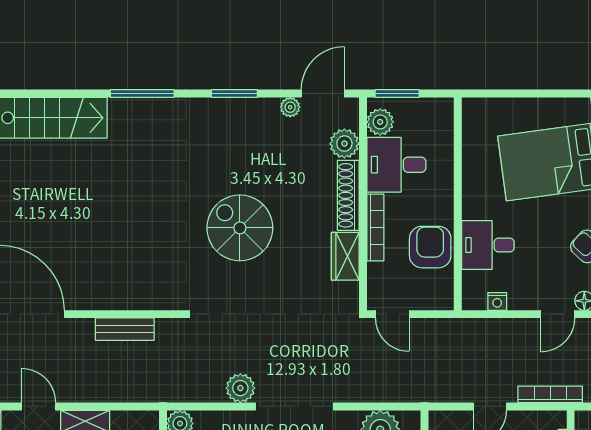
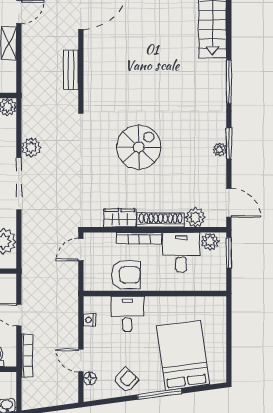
plant: (290, 107) -> (220, 150), moved

